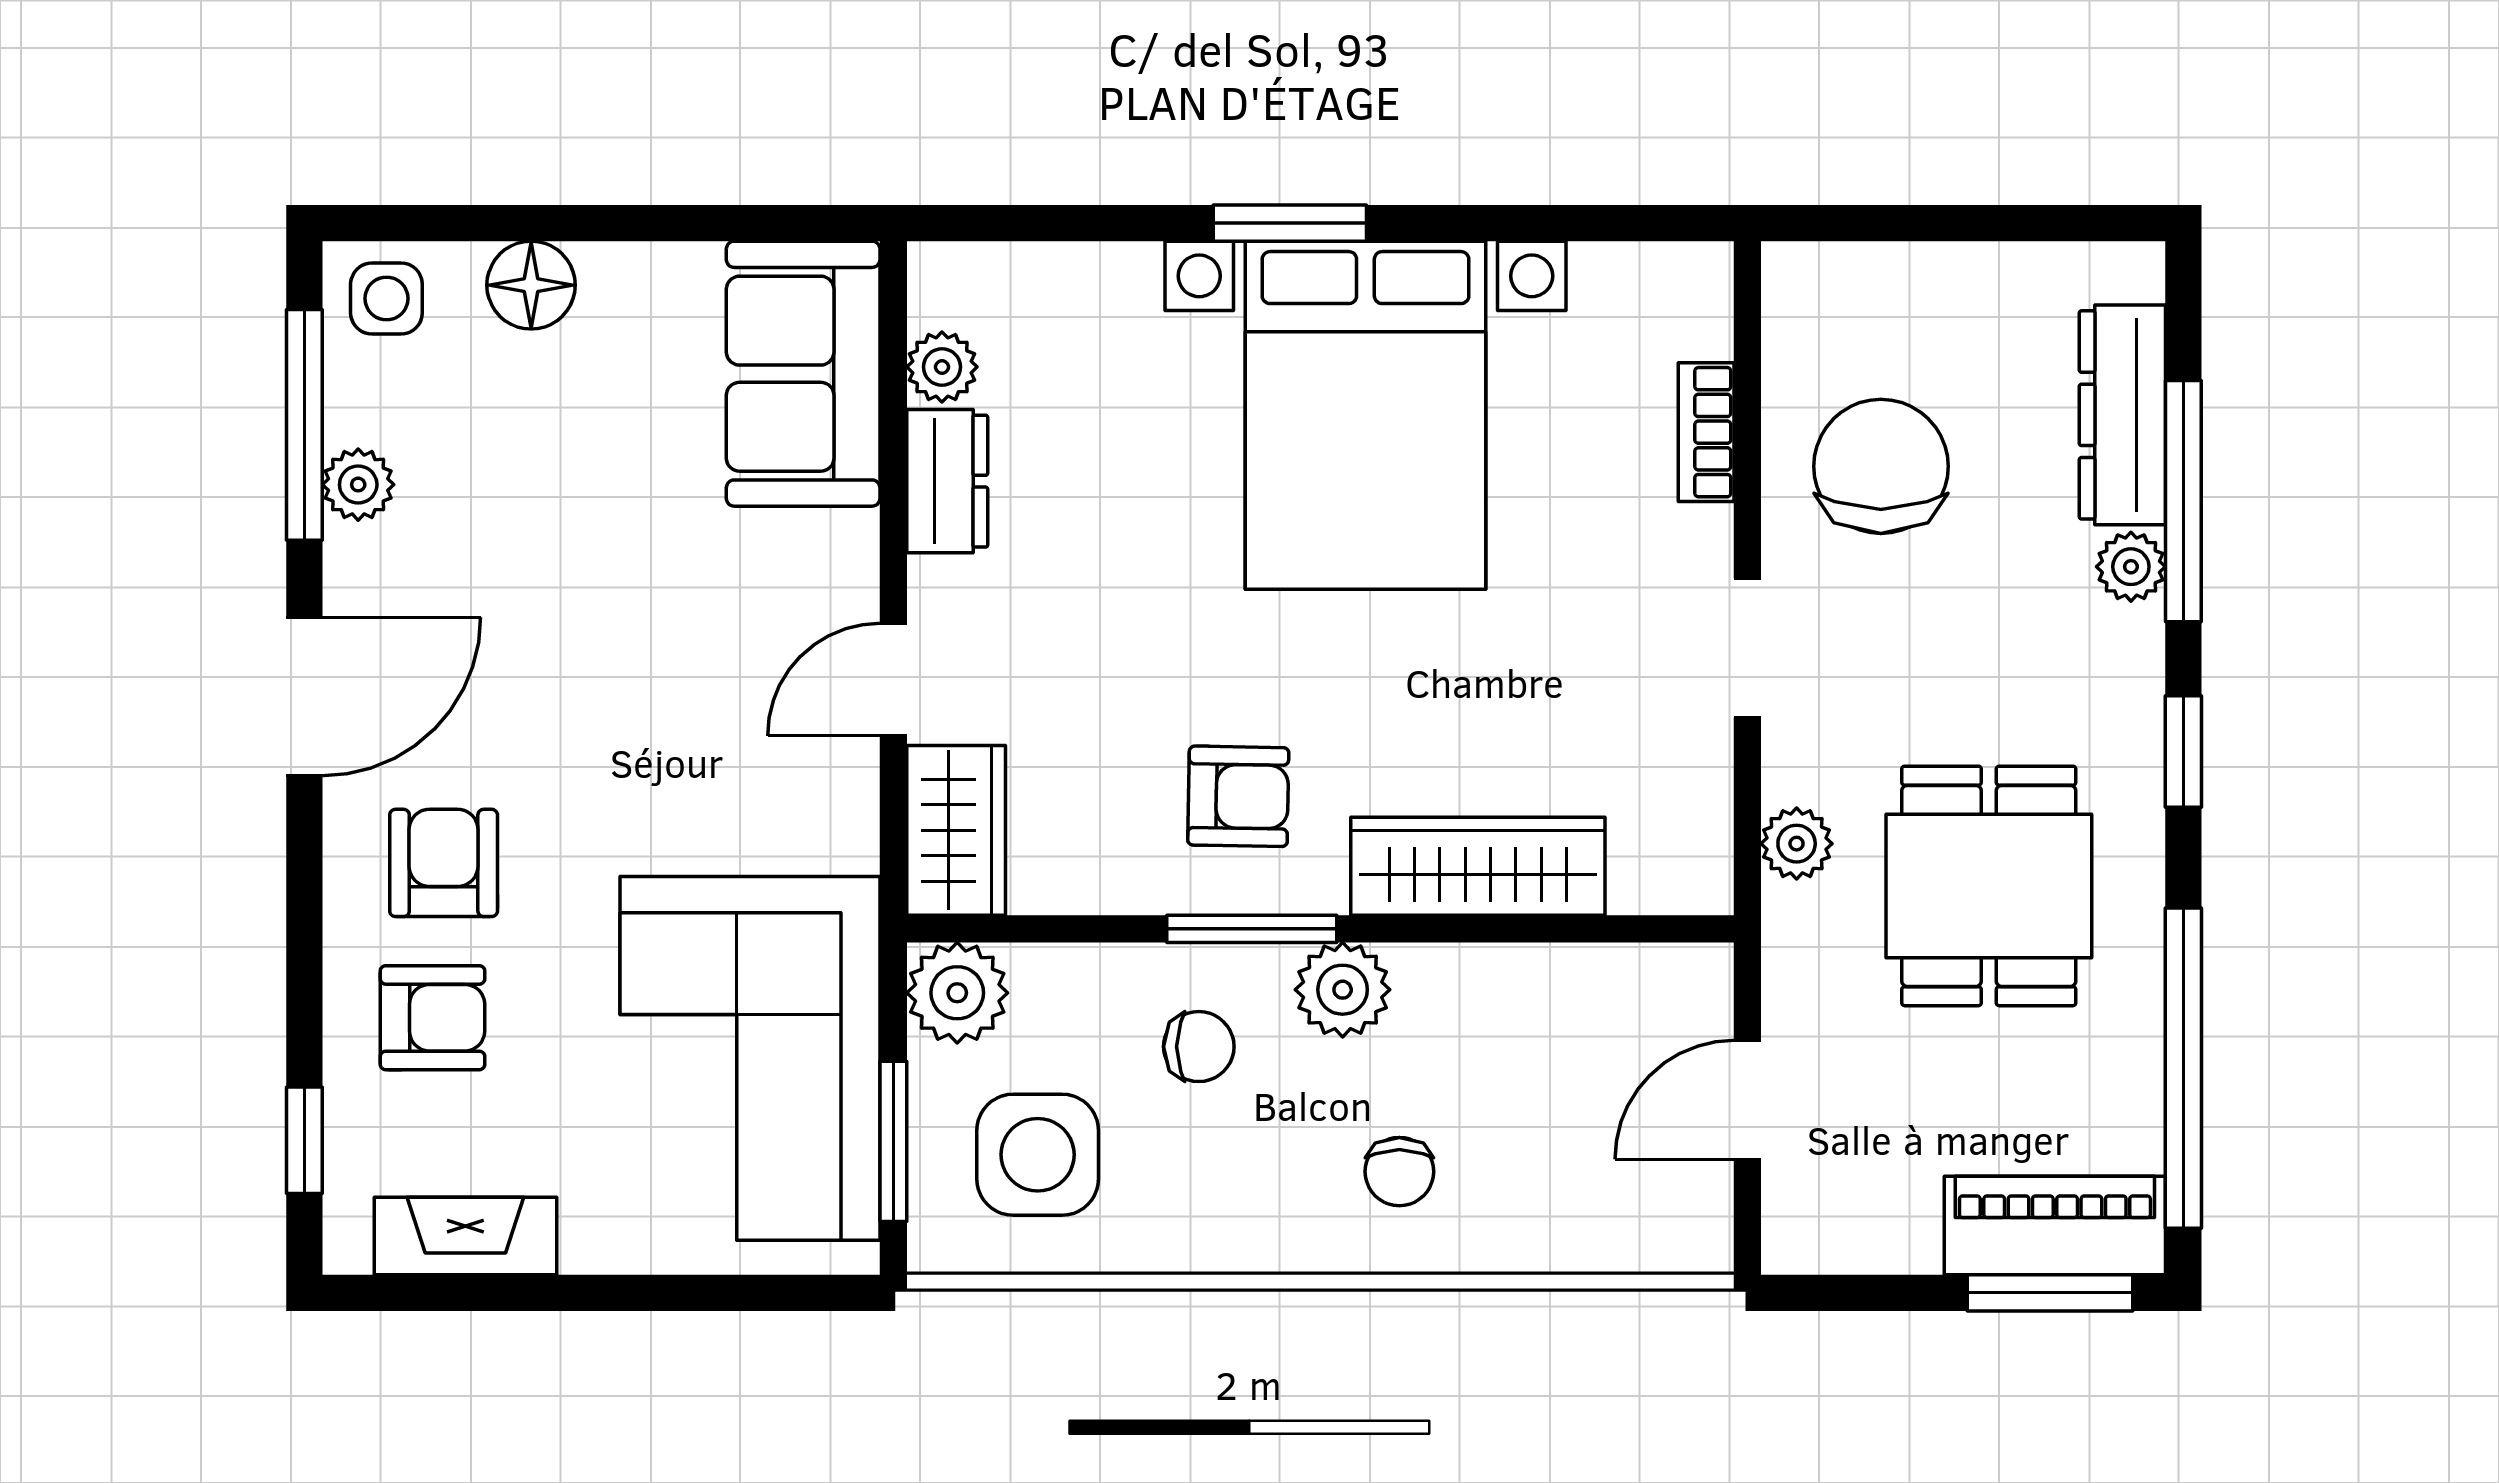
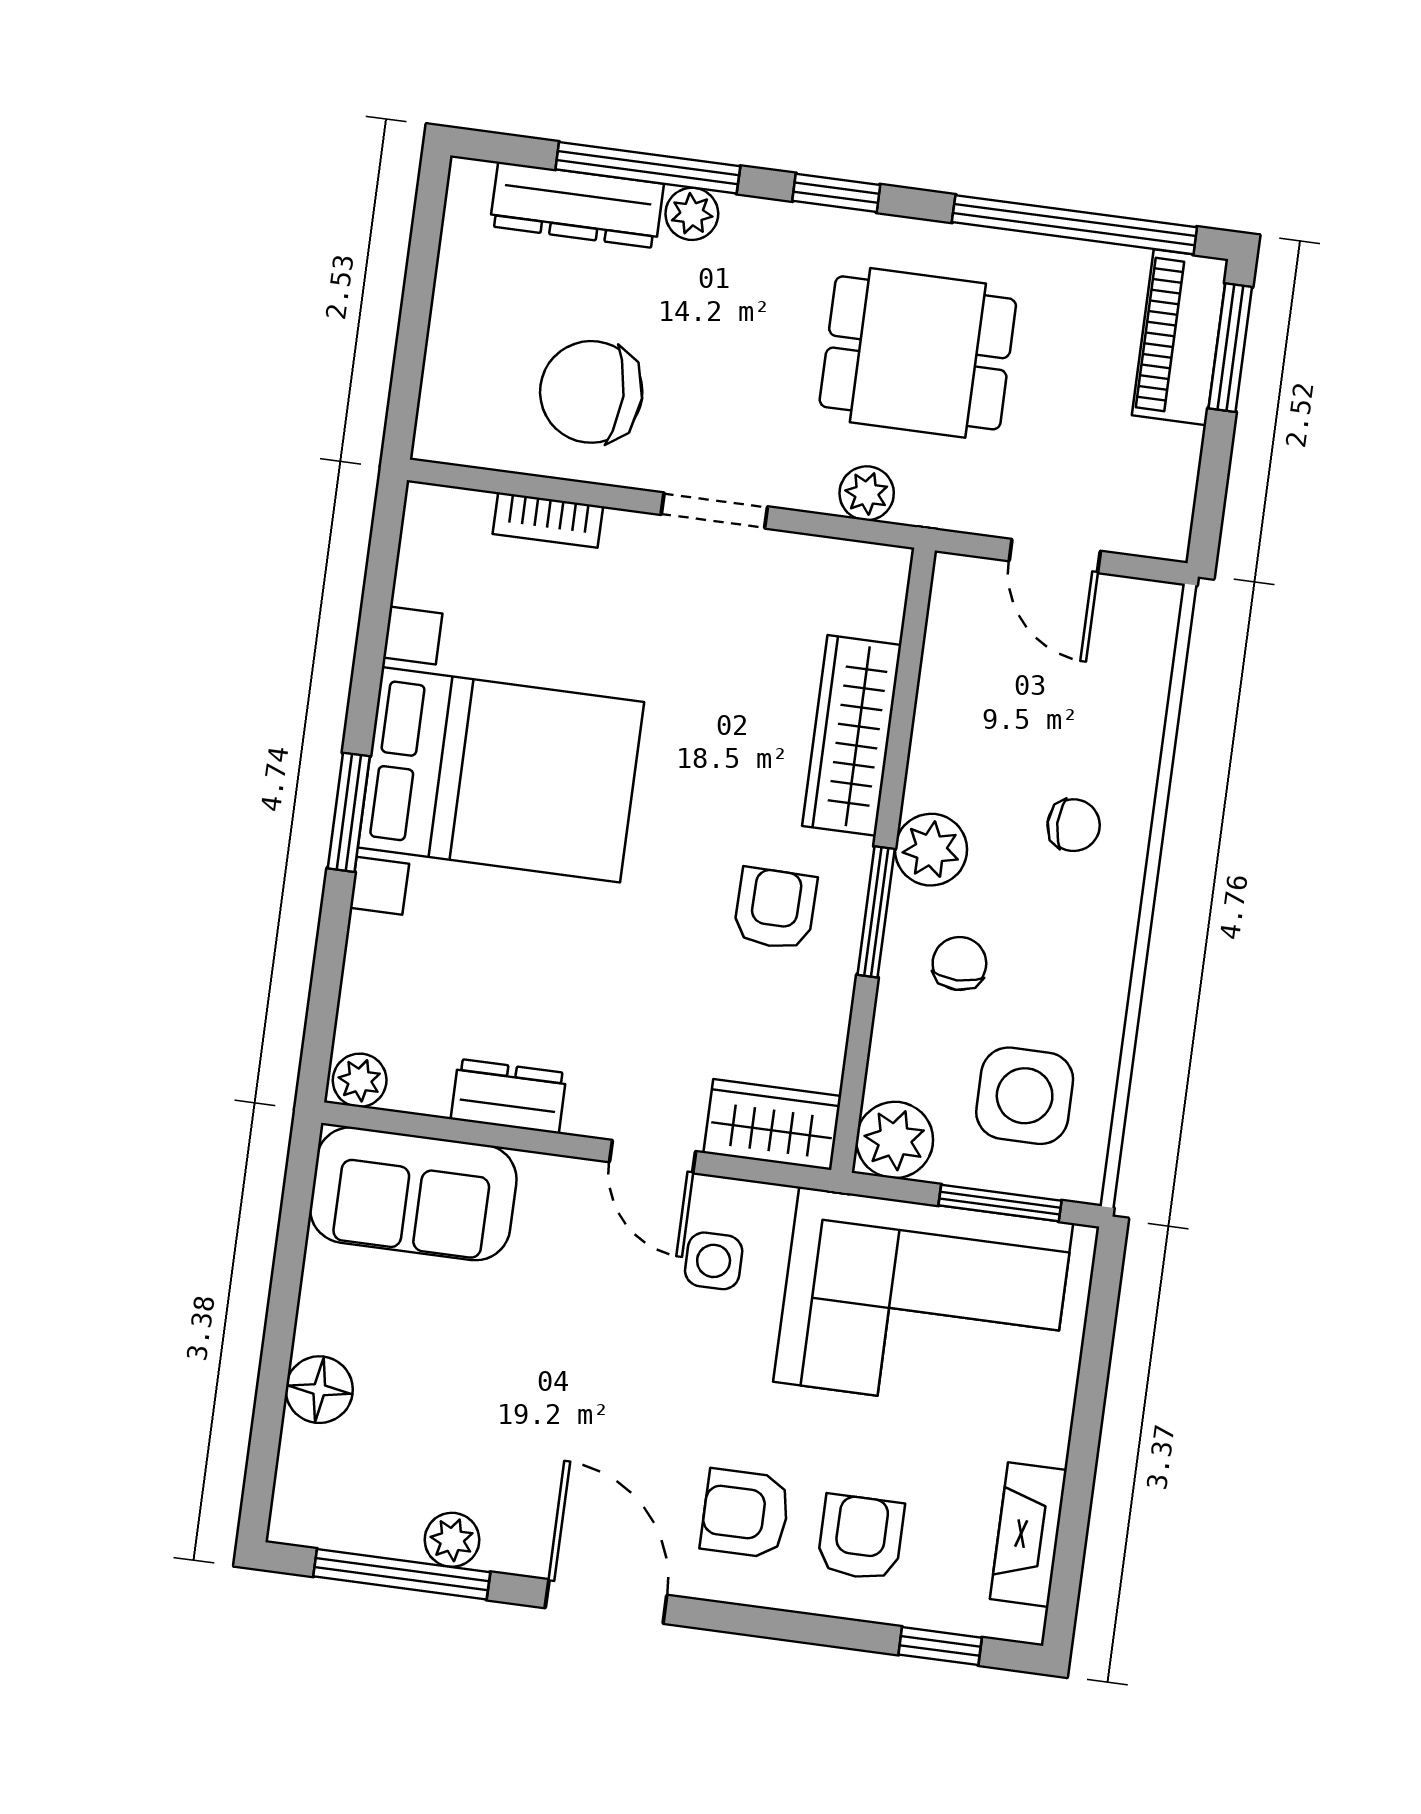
side table: (386, 299) -> (714, 1261), moved
plant: (942, 367) -> (360, 1080), moved

